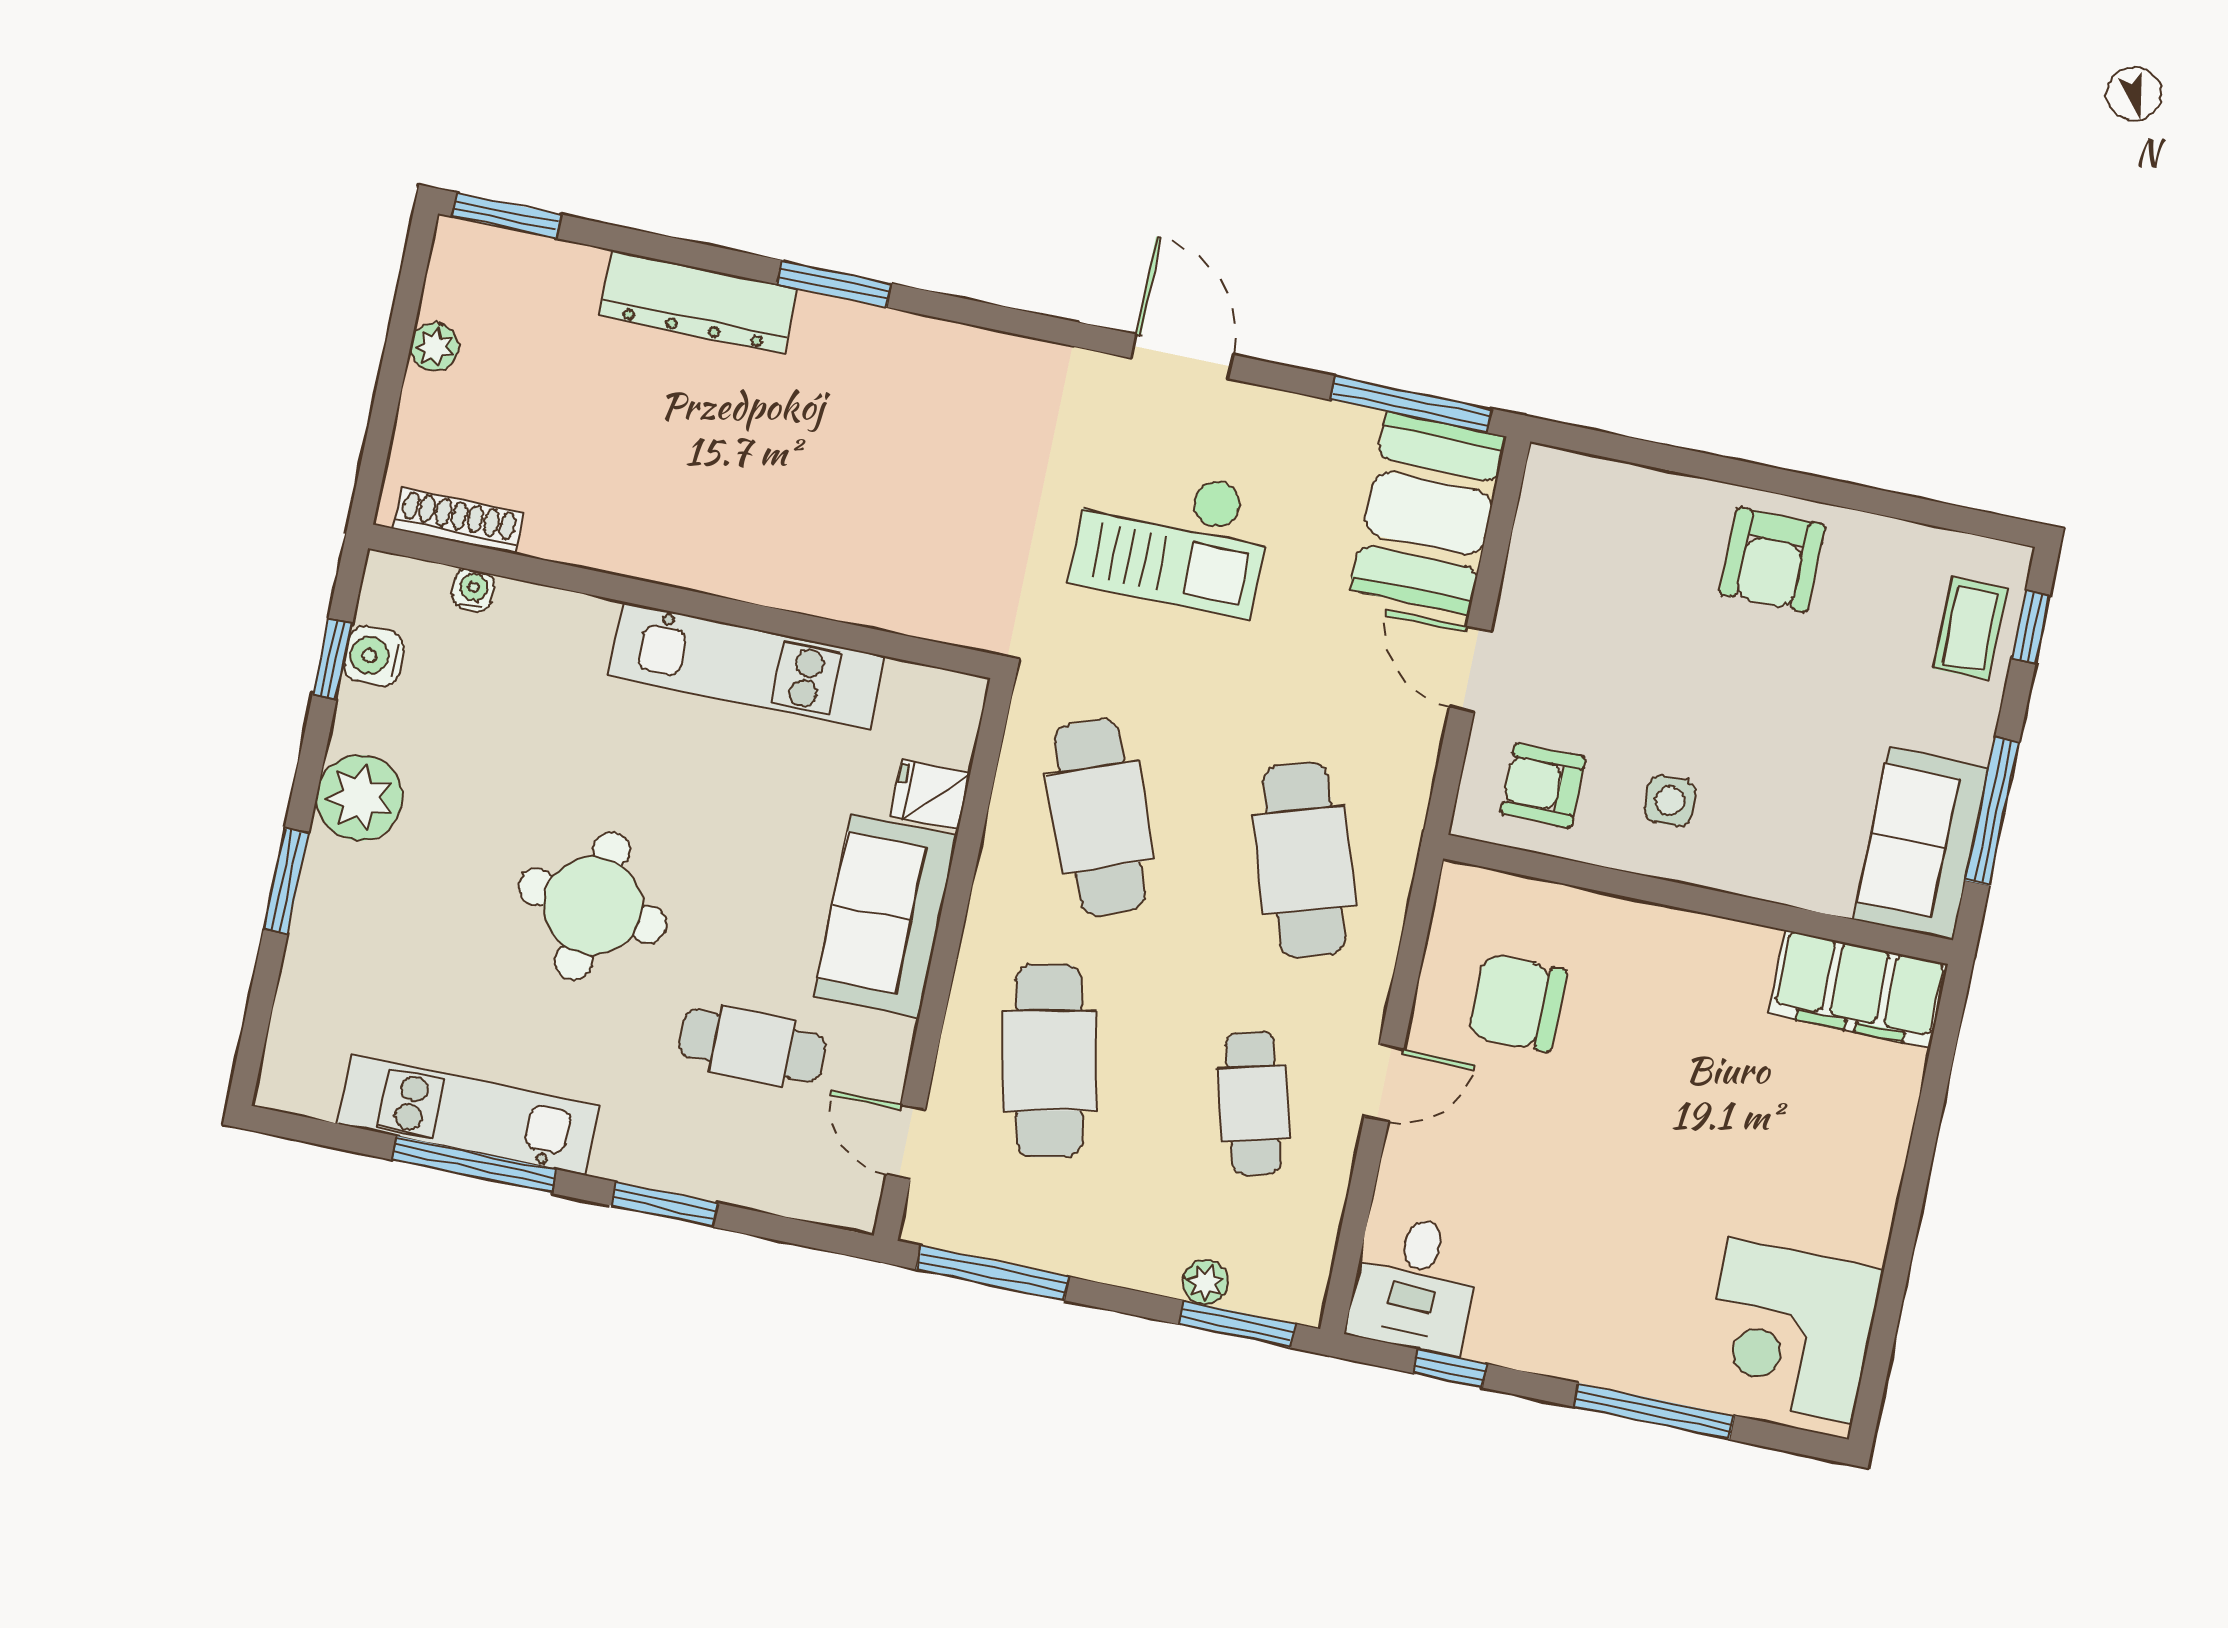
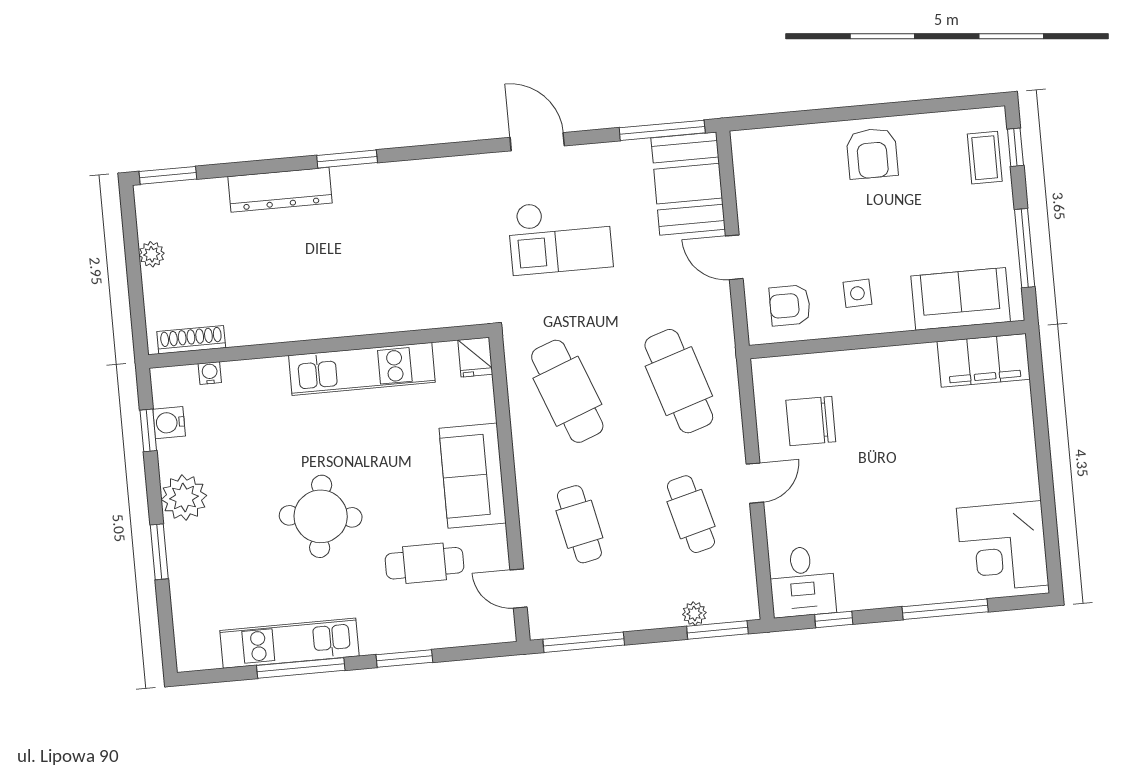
fridge: (930, 795) -> (475, 357), moved, turned -90
sofa: (1921, 843) -> (961, 299), moved, turned 90
cafe table: (1049, 1061) -> (579, 524), width x0.73, depth x0.74

